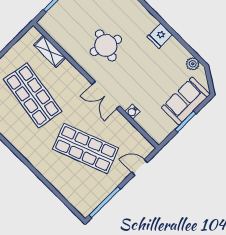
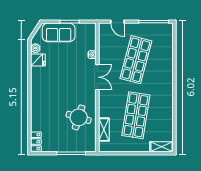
fridge: (160, 36) -> (38, 60), moved
round table: (106, 45) -> (79, 117), moved
shop shelf: (86, 149) -> (136, 60), turned 36

